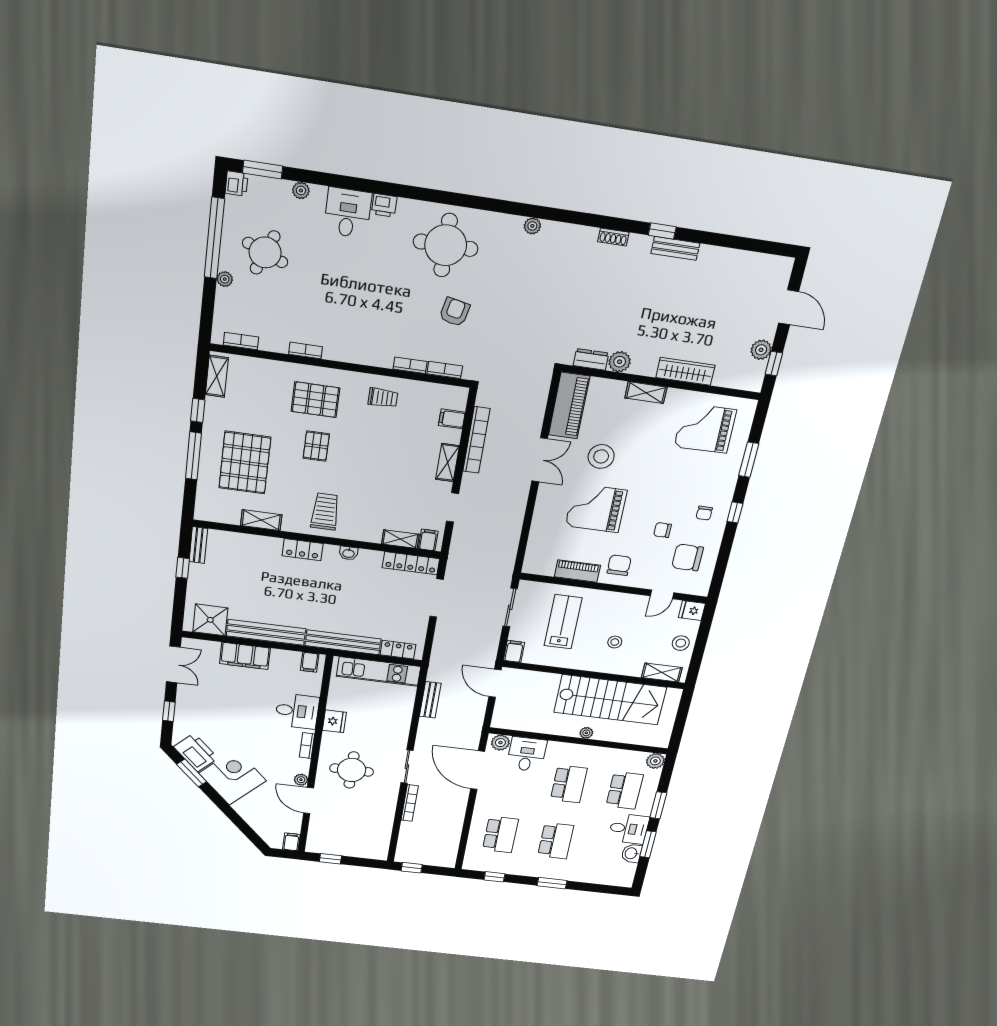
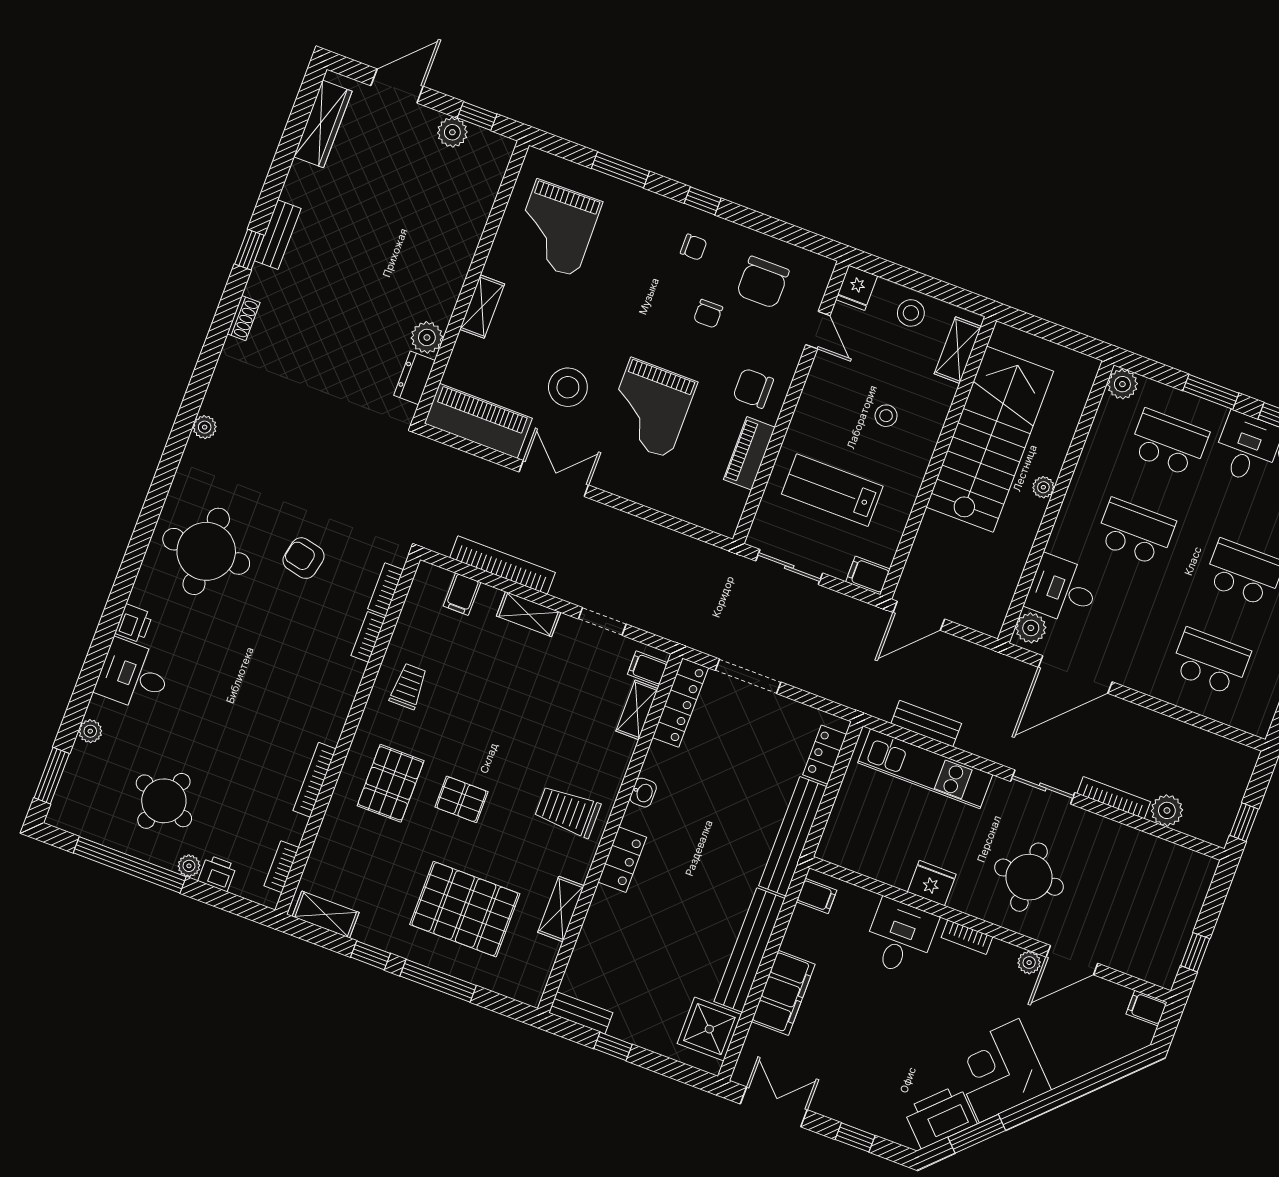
printer: (237, 184) -> (217, 873), moved
bookcase: (305, 350) -> (315, 780), width x1.56
wardrobe: (685, 371) -> (323, 124), moved, turned 180
kitchen unit: (379, 671) -> (925, 769), moved, turned 90
plant: (409, 830) -> (1167, 810), added

